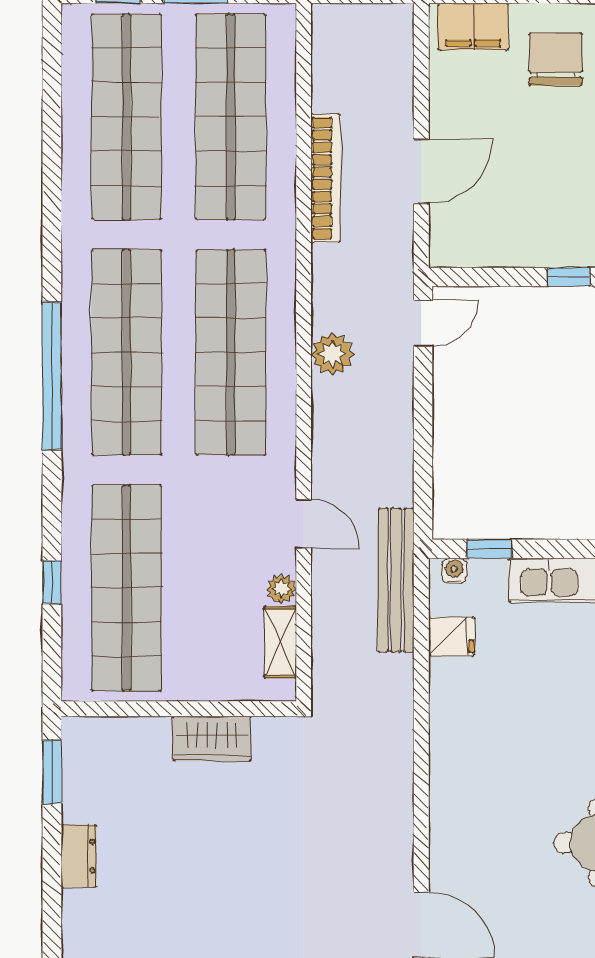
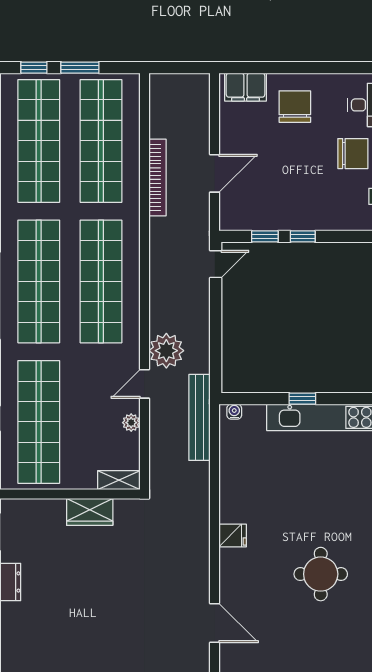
window: (506, 277) -> (265, 236), added
plant: (332, 354) -> (166, 351), moved, width x1.36, depth x1.36
door: (304, 524) -> (144, 384), swing flipped
window: (490, 549) -> (302, 399), moved
fridge: (451, 636) -> (233, 536), moved
shelving: (280, 642) -> (119, 480), moved, turned 90

